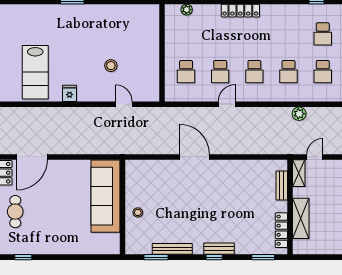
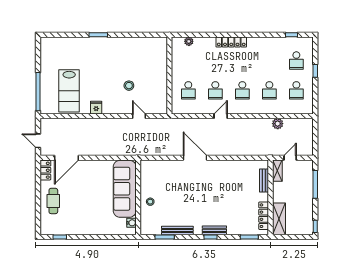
shelving: (301, 218) -> (279, 219), moved
water cooler: (114, 239) -> (131, 223), added

